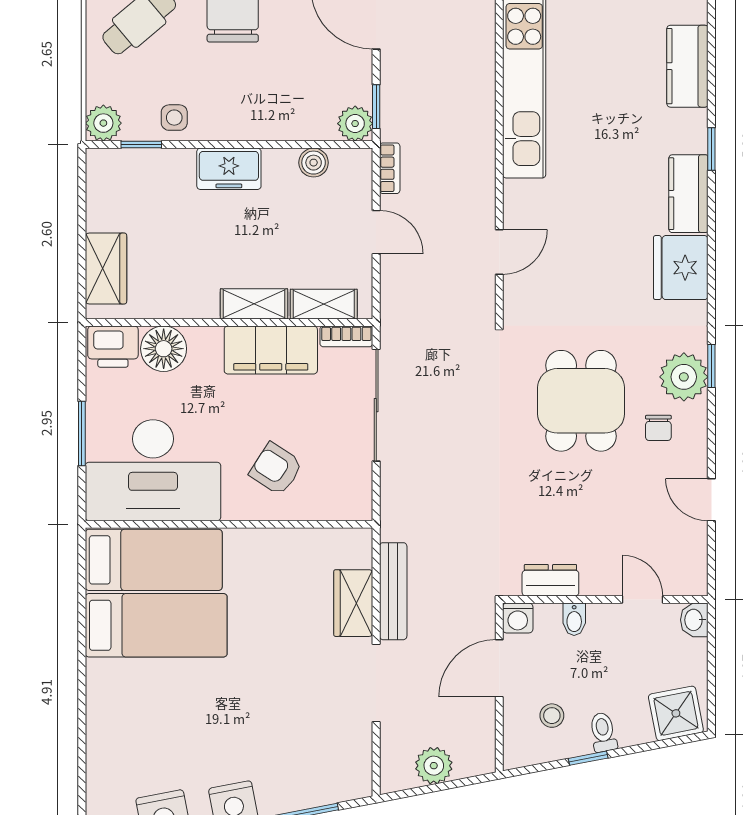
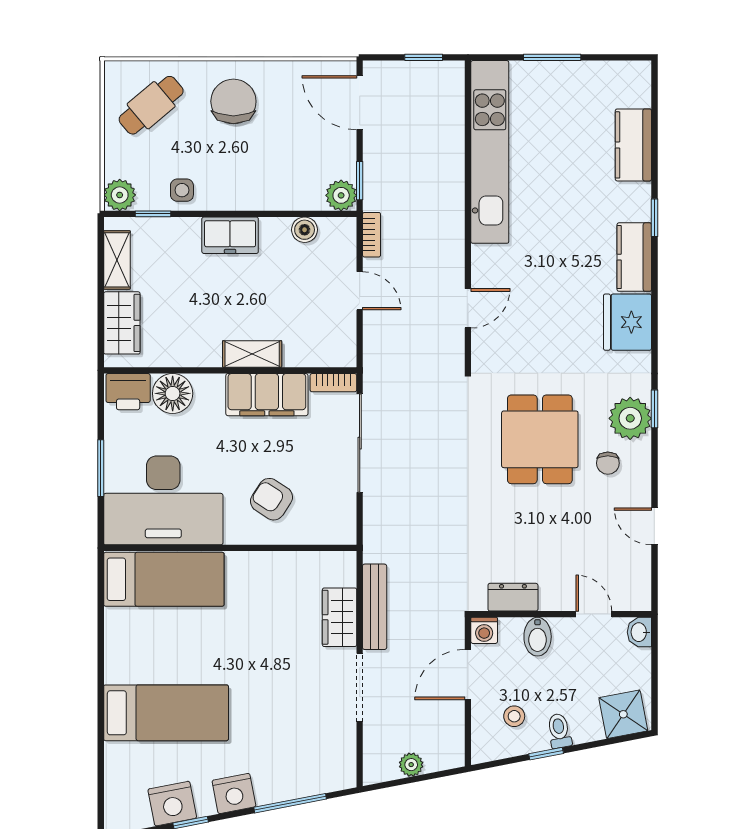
shelving: (324, 304) -> (117, 260), moved, turned 90
bidet: (574, 619) -> (538, 637), width x1.38, depth x1.36
bed: (156, 625) -> (166, 713), moved
plant: (434, 766) -> (411, 765), width x0.73, depth x0.73

